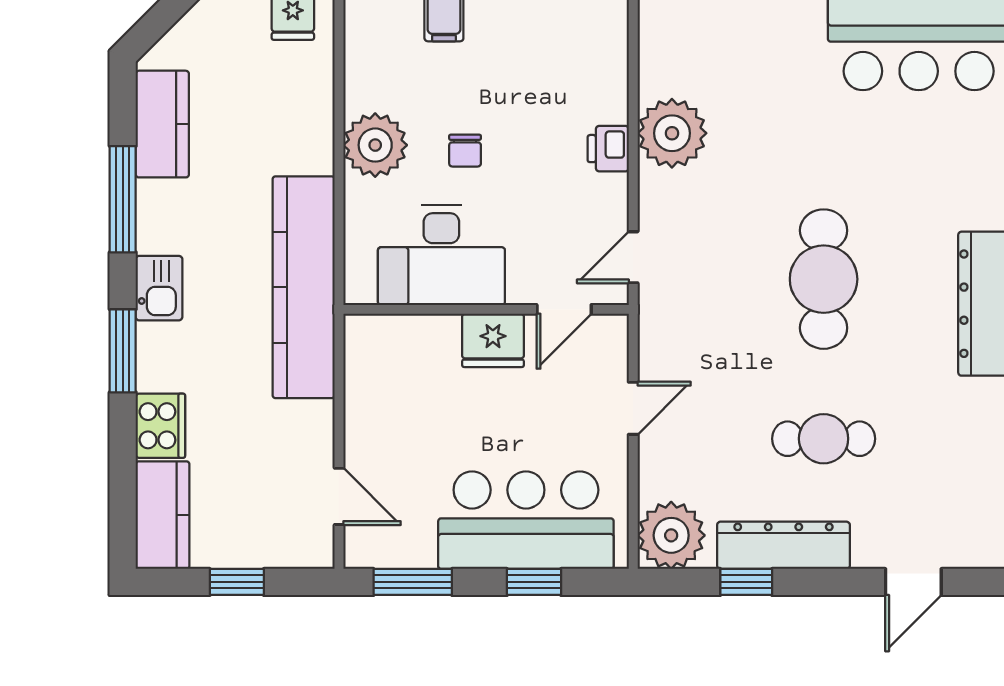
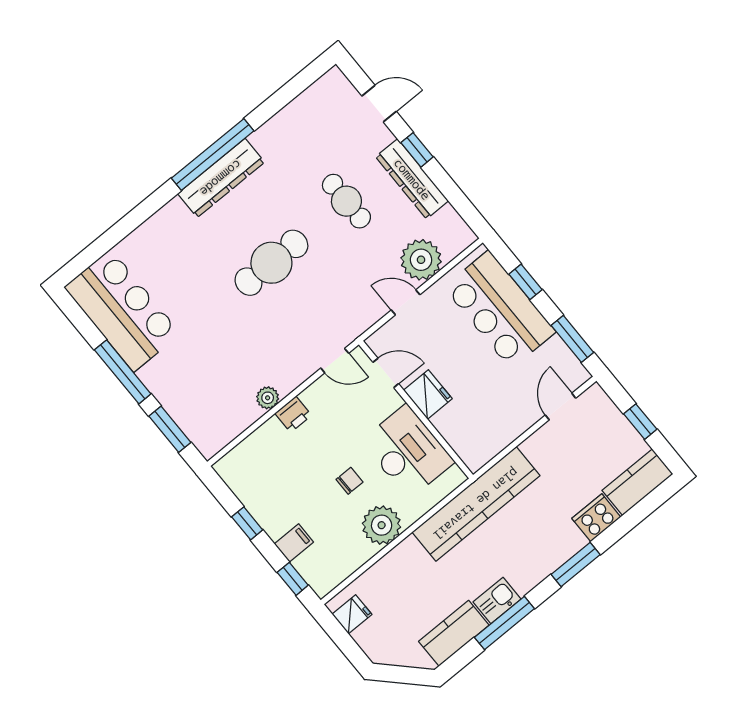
plant: (672, 133) -> (268, 398), width x0.53, depth x0.53
kitchen sink: (159, 288) -> (497, 600), moved
plant: (671, 535) -> (421, 260), moved
window: (746, 582) -> (417, 150), moved

